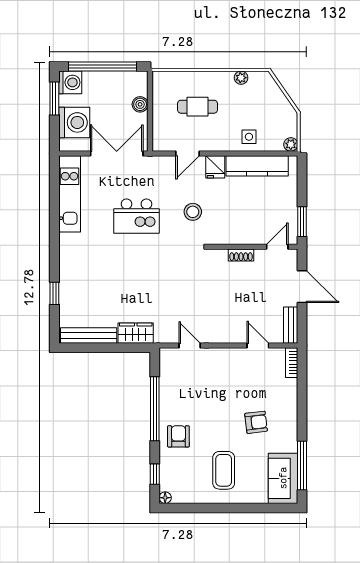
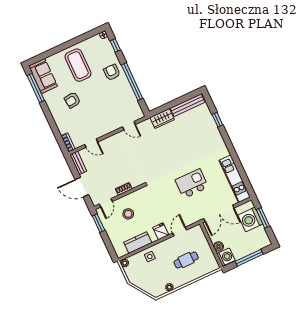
window: (102, 67) -> (249, 258), width x0.68
washing machine: (70, 82) -> (226, 257), moved, turned 180
window: (54, 98) -> (263, 218), moved
kitchen counter: (257, 166) -> (138, 243), width x0.67
stool: (193, 212) -> (128, 214), moved
armchair: (178, 436) -> (112, 72), turned 180
coffee table: (224, 470) -> (78, 65), width x1.36, depth x1.32

